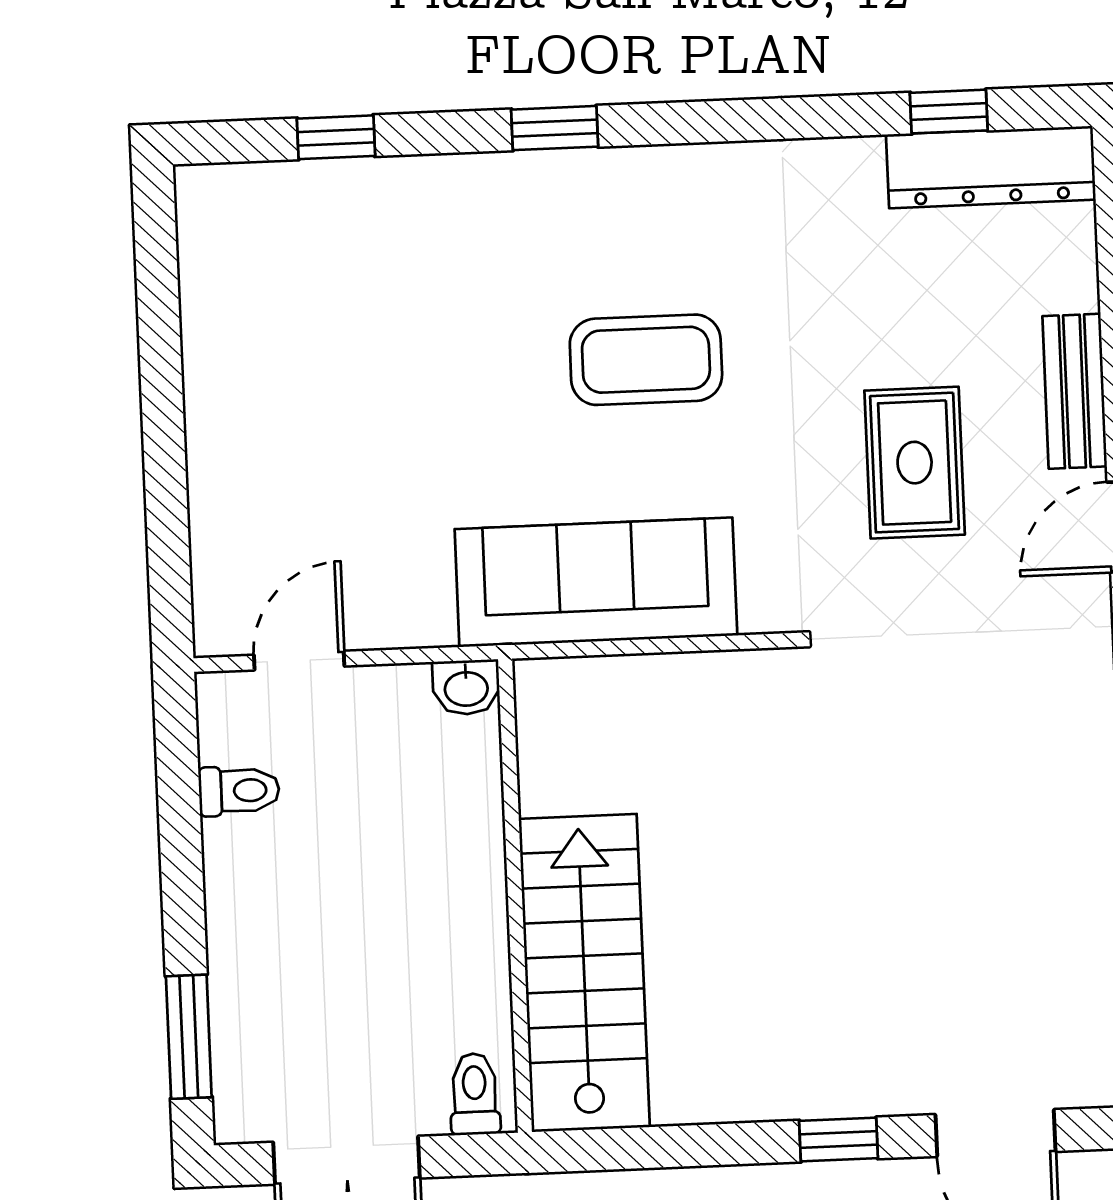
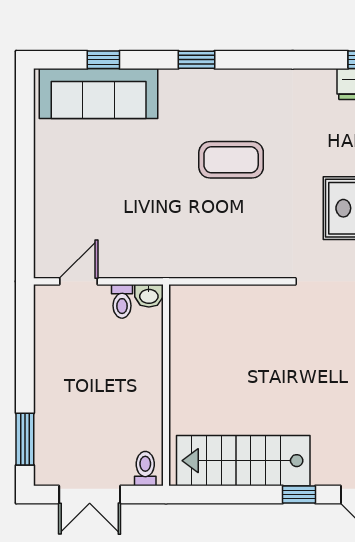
sofa: (596, 582) -> (99, 93), moved, turned 180
toilet: (239, 791) -> (122, 301), moved, turned 90
stairs: (584, 973) -> (243, 461), moved, turned -90

